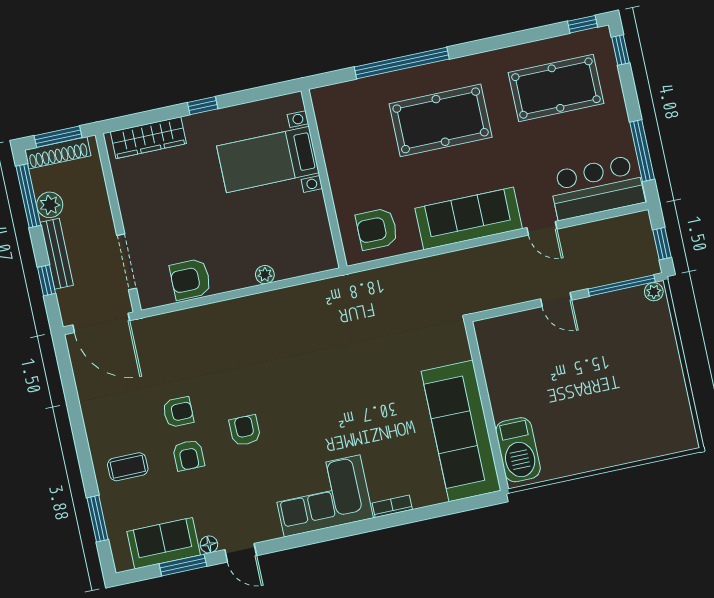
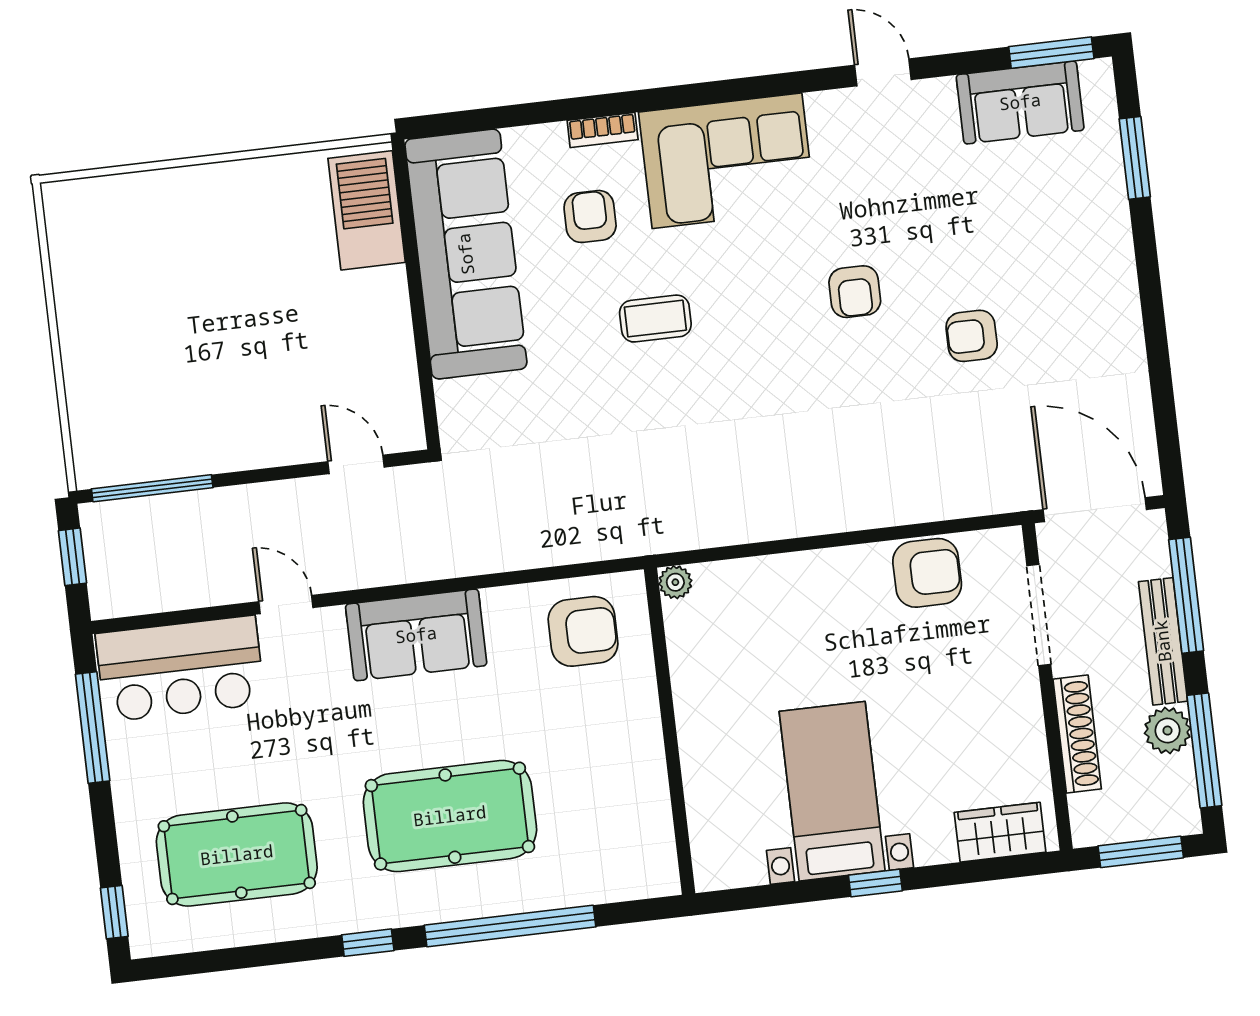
window: (583, 24) -> (368, 943), moved
wardrobe: (148, 138) -> (1000, 832), width x0.67
shoe rack: (58, 153) -> (1077, 734), moved, turned 90
bed with nightstands: (268, 159) -> (832, 791), moved, turned -90
sofa: (469, 218) -> (416, 635), width x0.73
plant: (265, 275) -> (675, 582), moved
window: (47, 280) -> (1186, 595), width x2.17
plant: (654, 292) -> (95, 472), removed
door: (556, 300) -> (356, 464), moved
armchair: (188, 455) -> (590, 216), moved
coffee table: (128, 467) -> (655, 319), moved
floor lamp: (209, 544) -> (939, 93), removed
window: (183, 565) -> (1051, 53), moved

